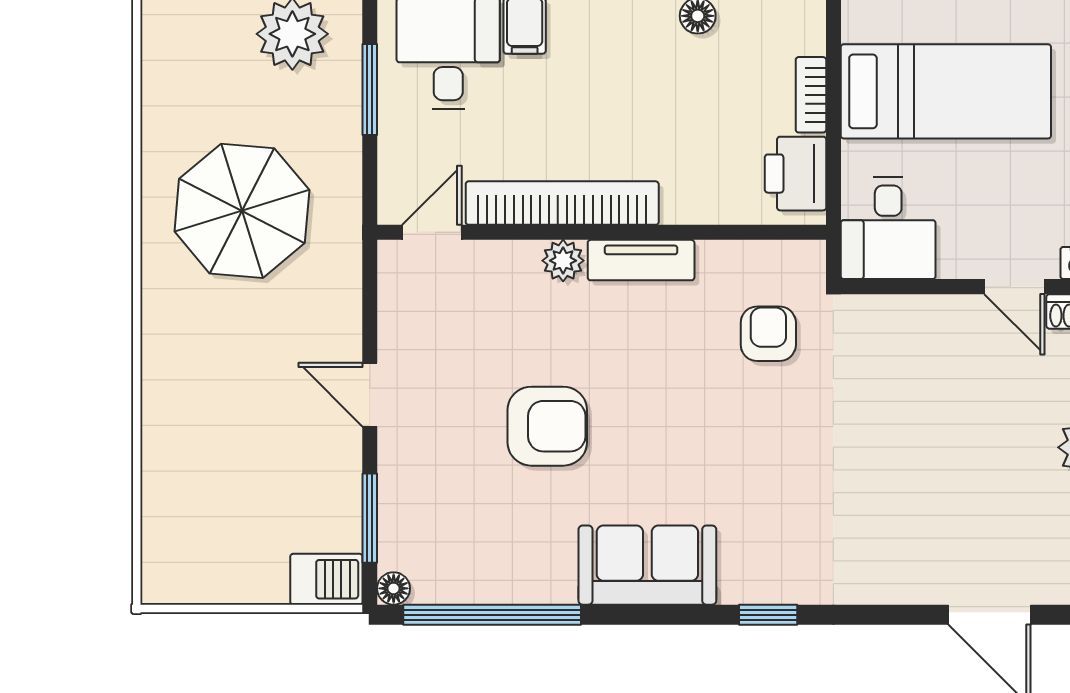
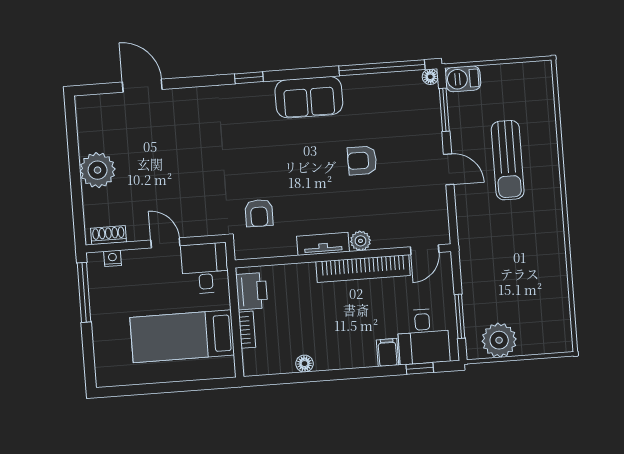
parasol: (242, 211) -> (517, 253), removed
door: (1014, 287) -> (165, 243), moved
sun lounger: (247, 404) -> (508, 160), added
armchair: (547, 426) -> (362, 161), width x0.72, depth x0.72

